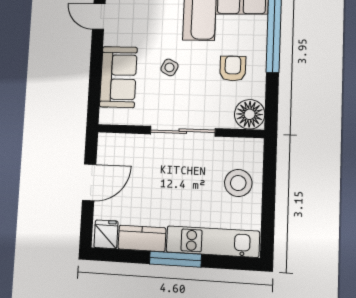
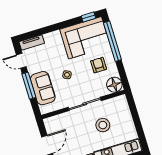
window: (96, 65) -> (29, 86), added
stool: (238, 183) -> (103, 125), moved

